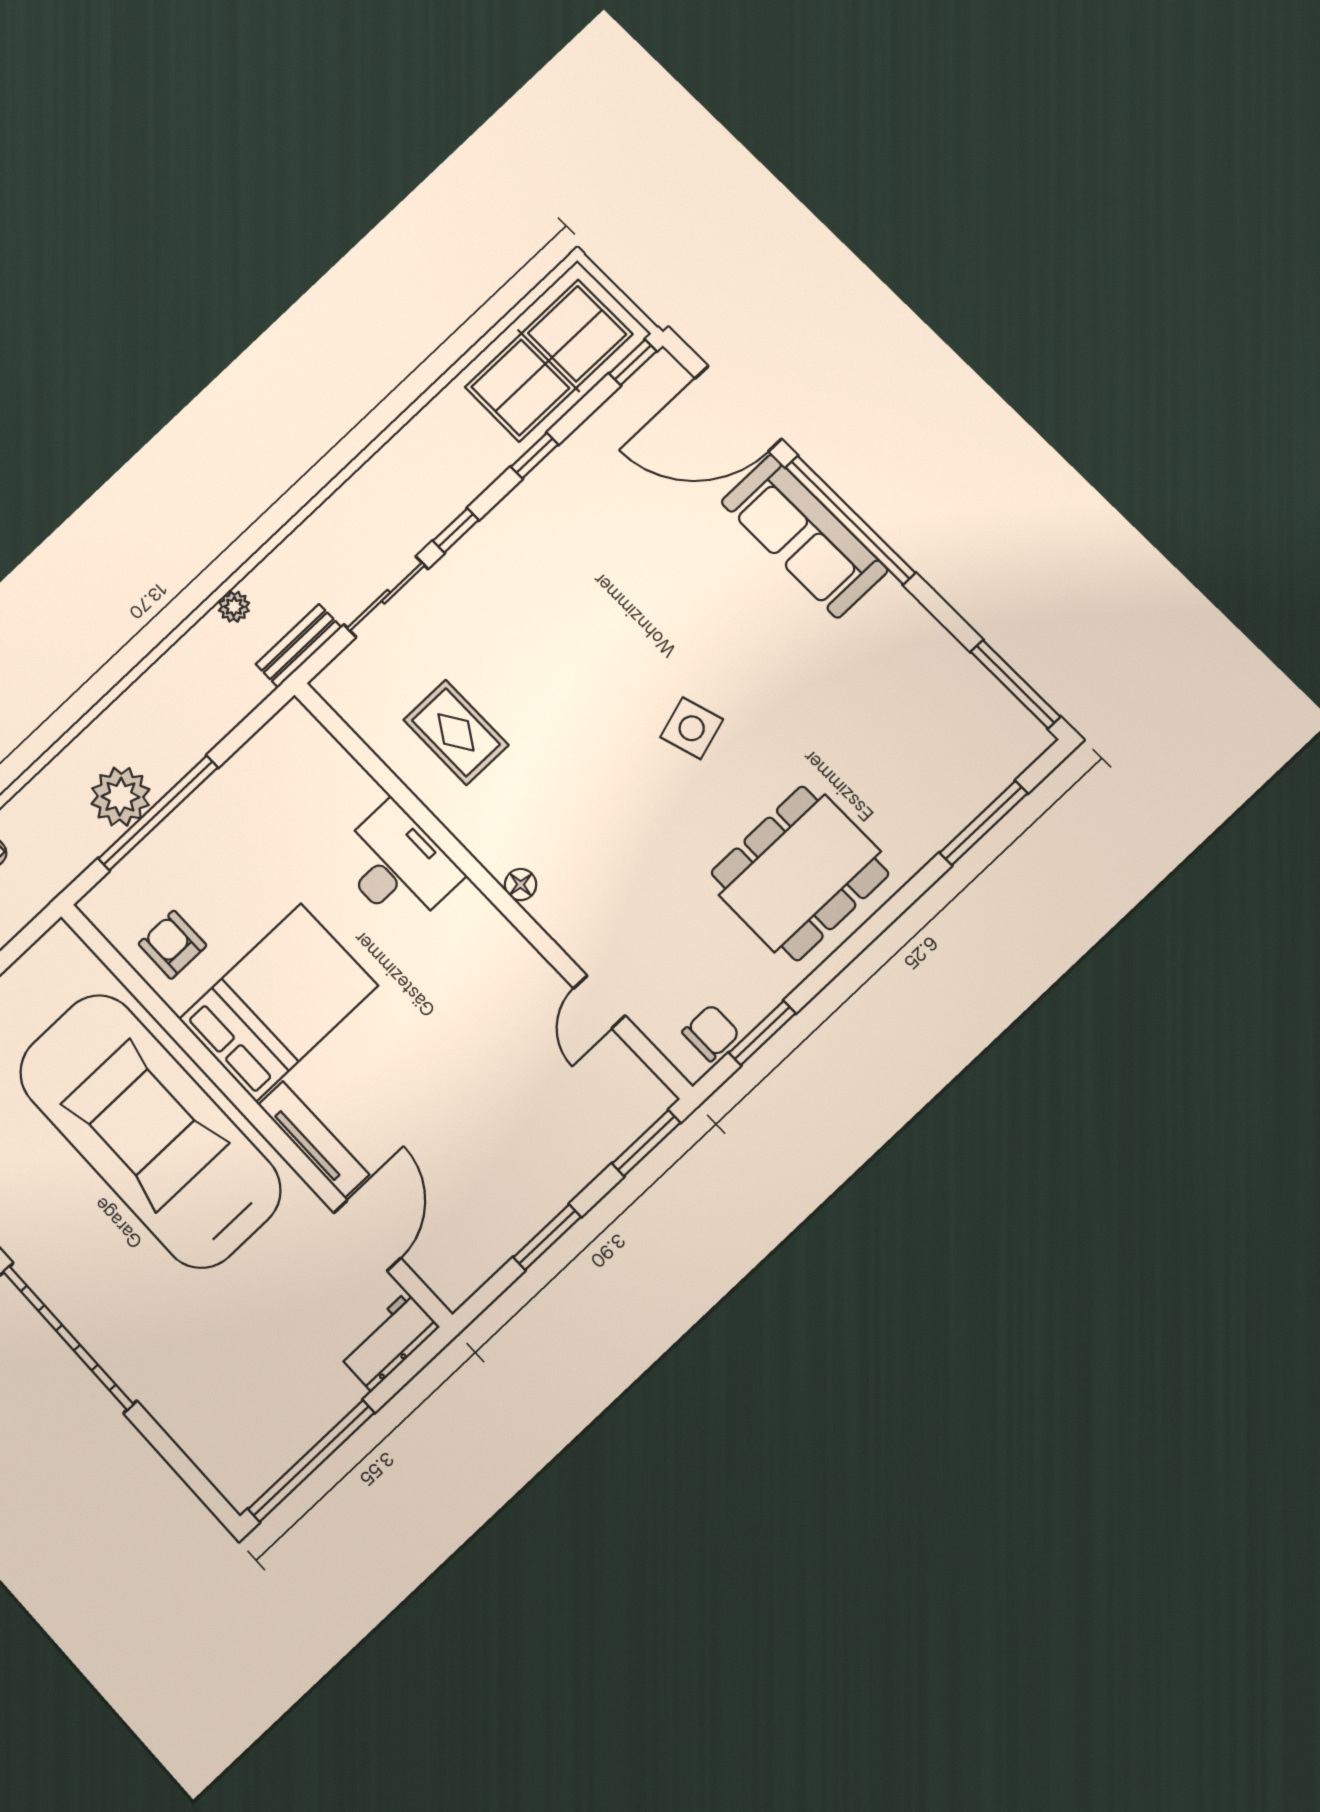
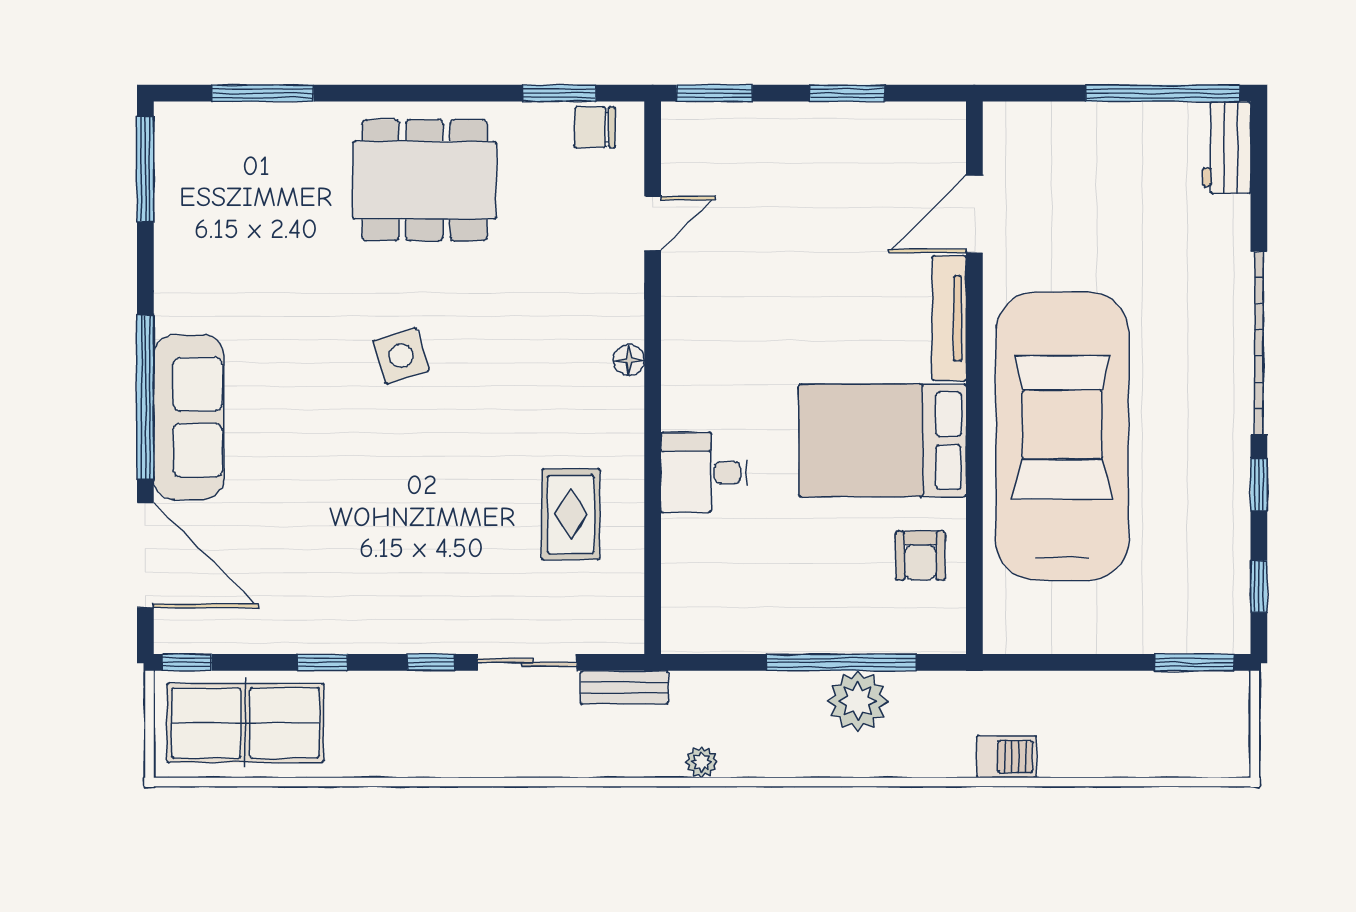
plant: (234, 607) -> (702, 762), moved
desk: (397, 866) -> (704, 473), width x0.73
car: (150, 1131) -> (1062, 436), turned 180
workbench: (389, 1341) -> (1227, 148), moved, turned 90

